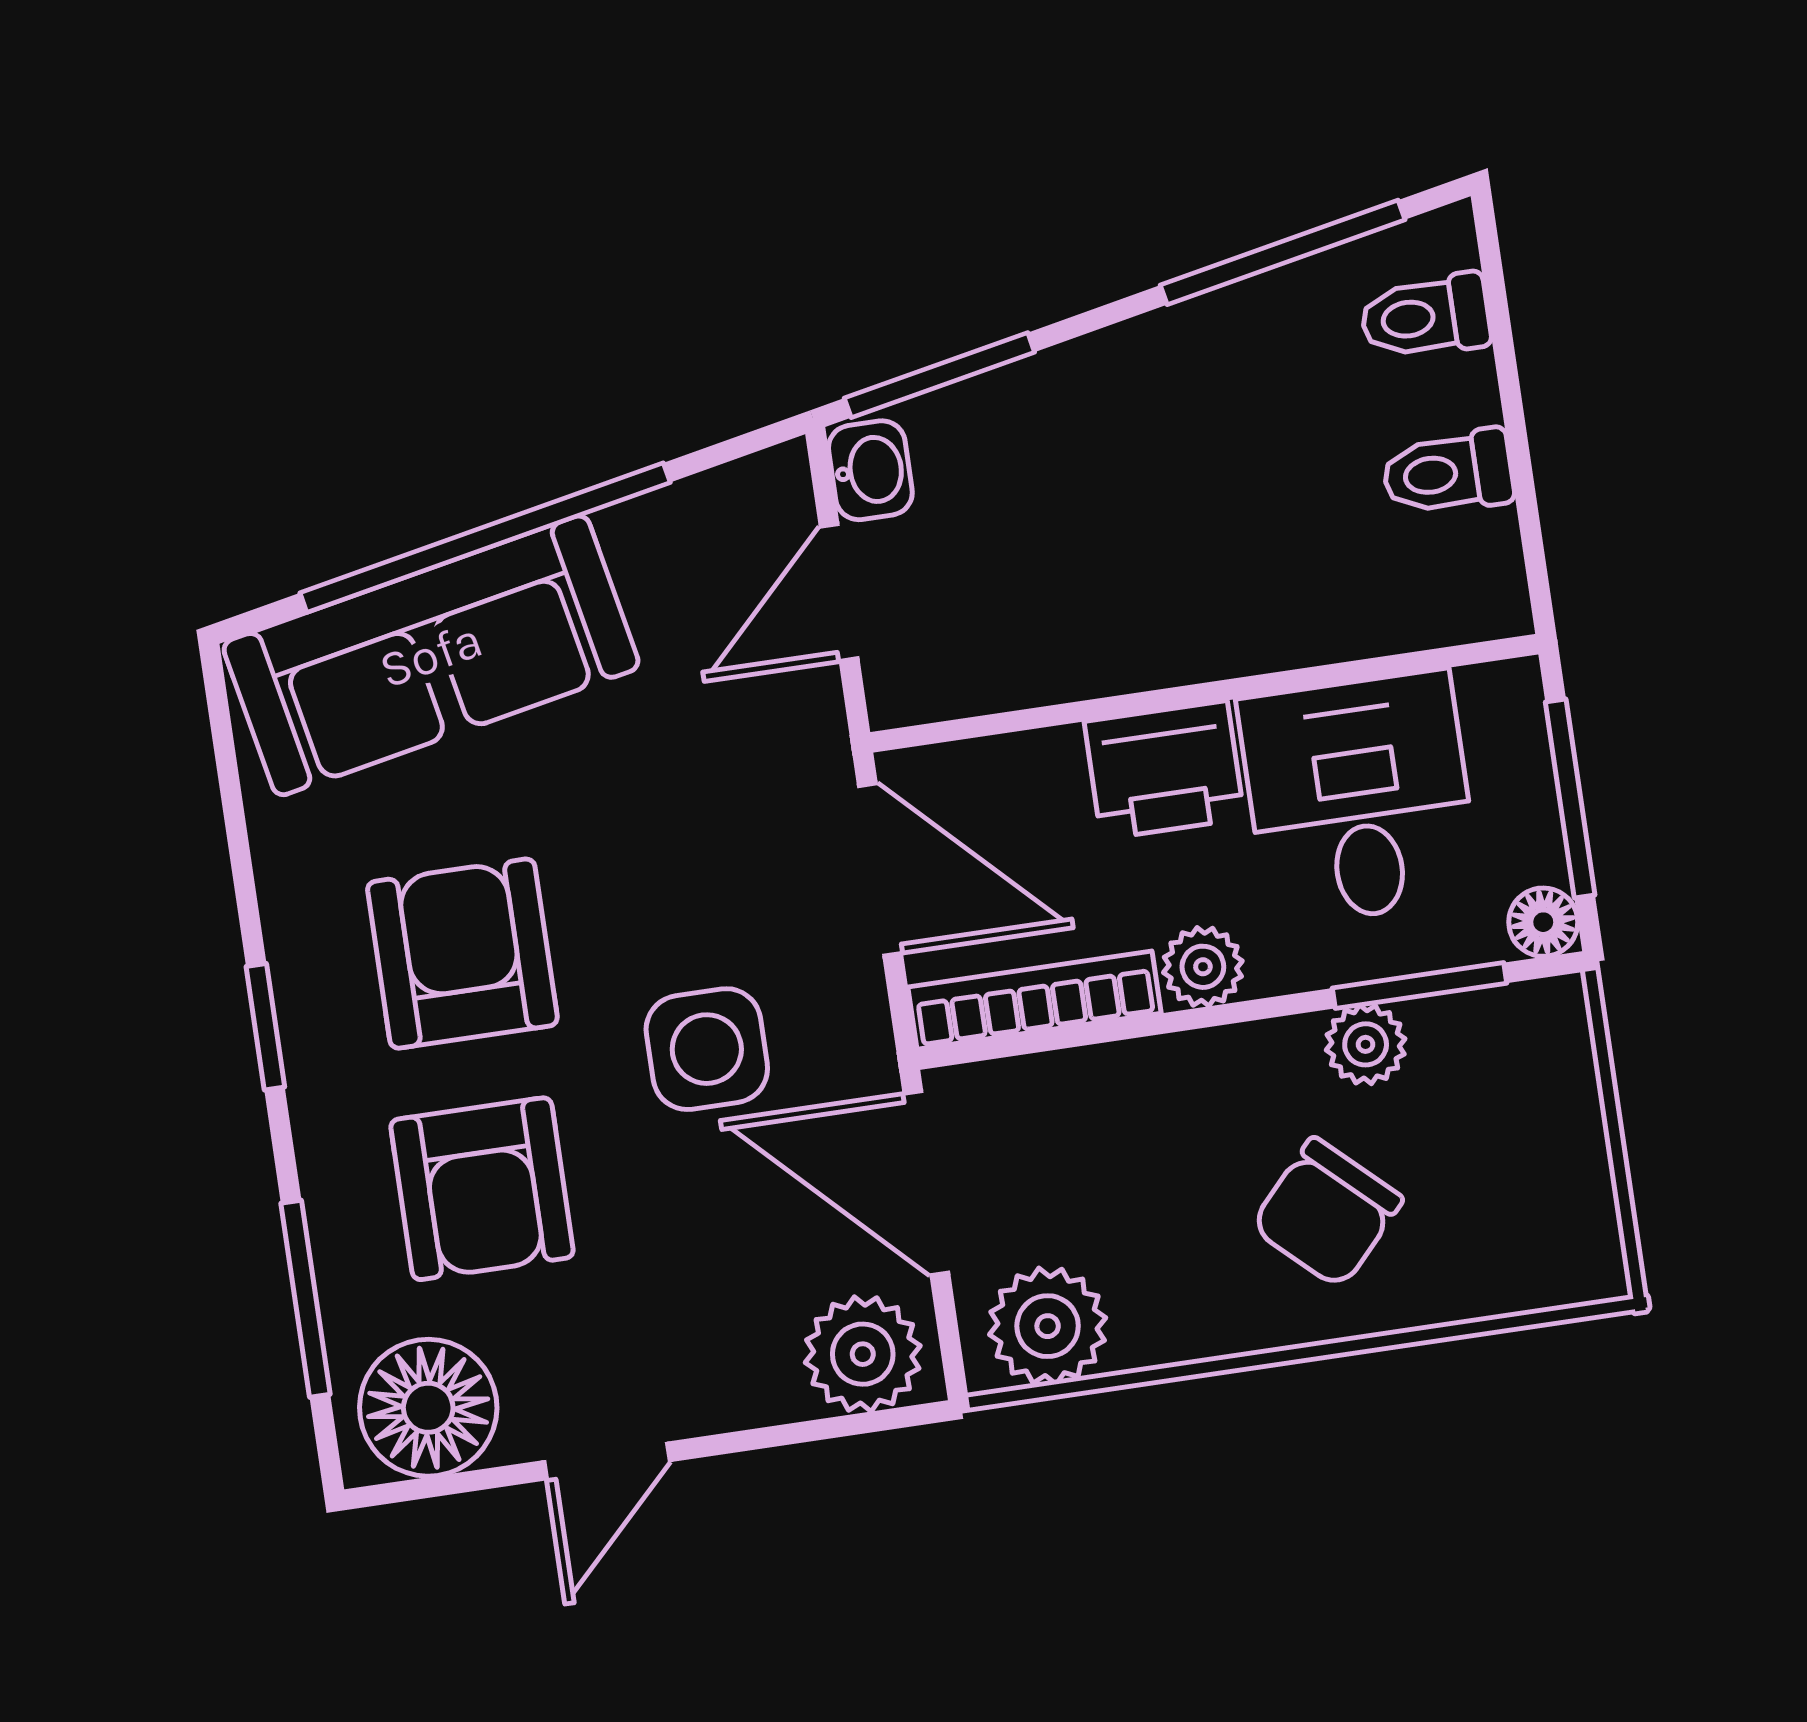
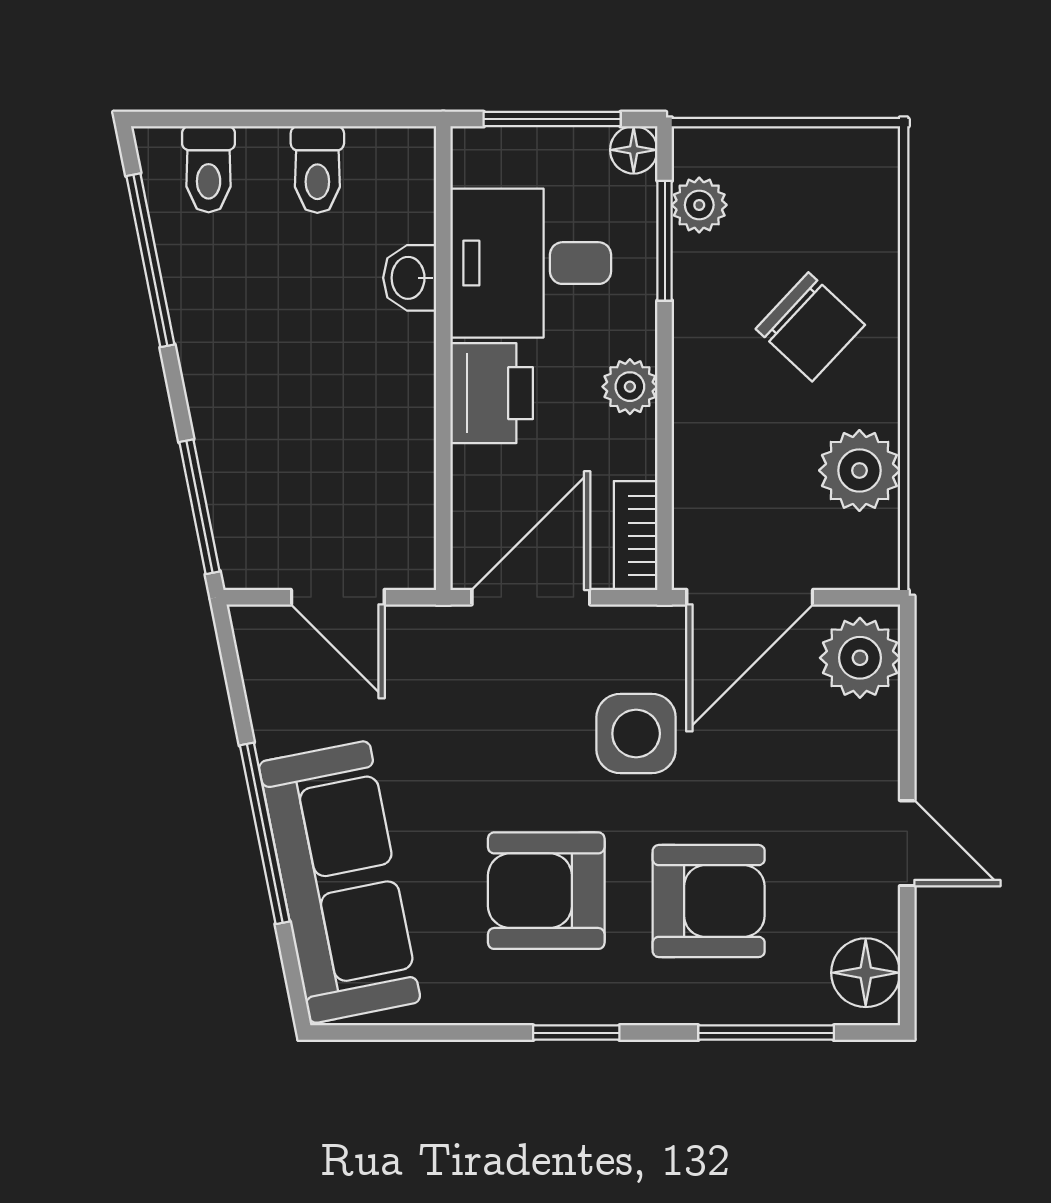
washbasin: (870, 470) -> (410, 278), moved, turned -90
window: (485, 538) -> (265, 833), width x0.68
bookcase: (1034, 1000) -> (636, 536), width x0.64
plant: (1366, 1044) -> (699, 205), moved
plant: (1048, 1326) -> (859, 470), moved
floor lamp: (428, 1408) -> (866, 973), width x0.73, depth x0.73

